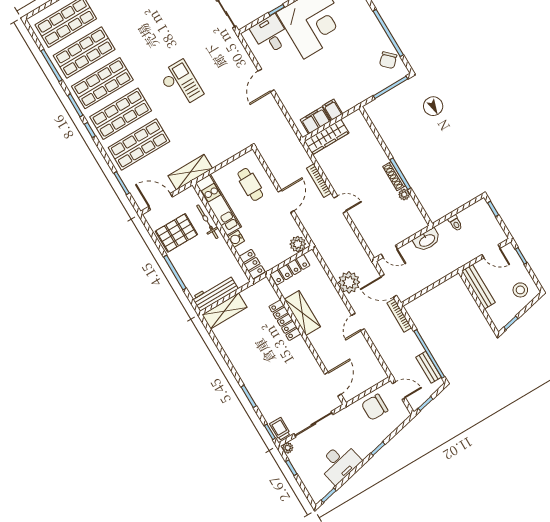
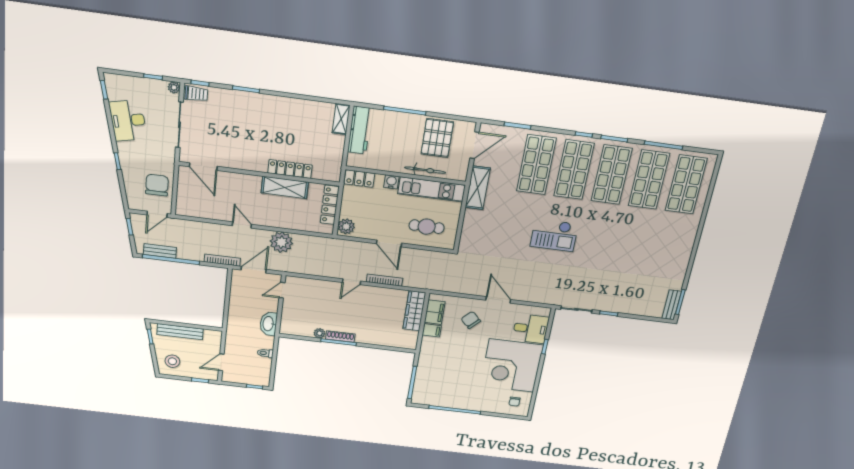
chair: (388, 60) -> (471, 320), moved
bench: (478, 287) -> (180, 332), moved
shelving: (224, 311) -> (341, 119), width x0.67, depth x0.75

